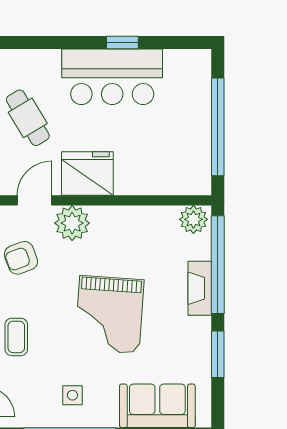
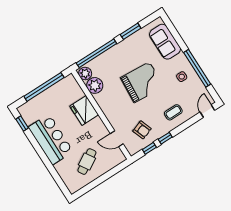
window: (122, 43) -> (22, 124), moved
fridge: (87, 174) -> (84, 110), moved
plant: (72, 223) -> (95, 85), moved
fireplace: (200, 288) -> (110, 54), removed

